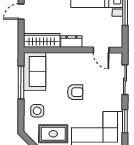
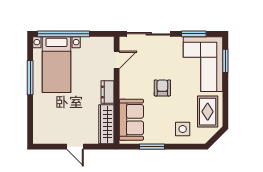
sofa: (35, 71) -> (131, 120), moved, turned 90
sliding door: (125, 80) -> (149, 34), width x1.37
window: (21, 82) -> (152, 147), width x0.69

